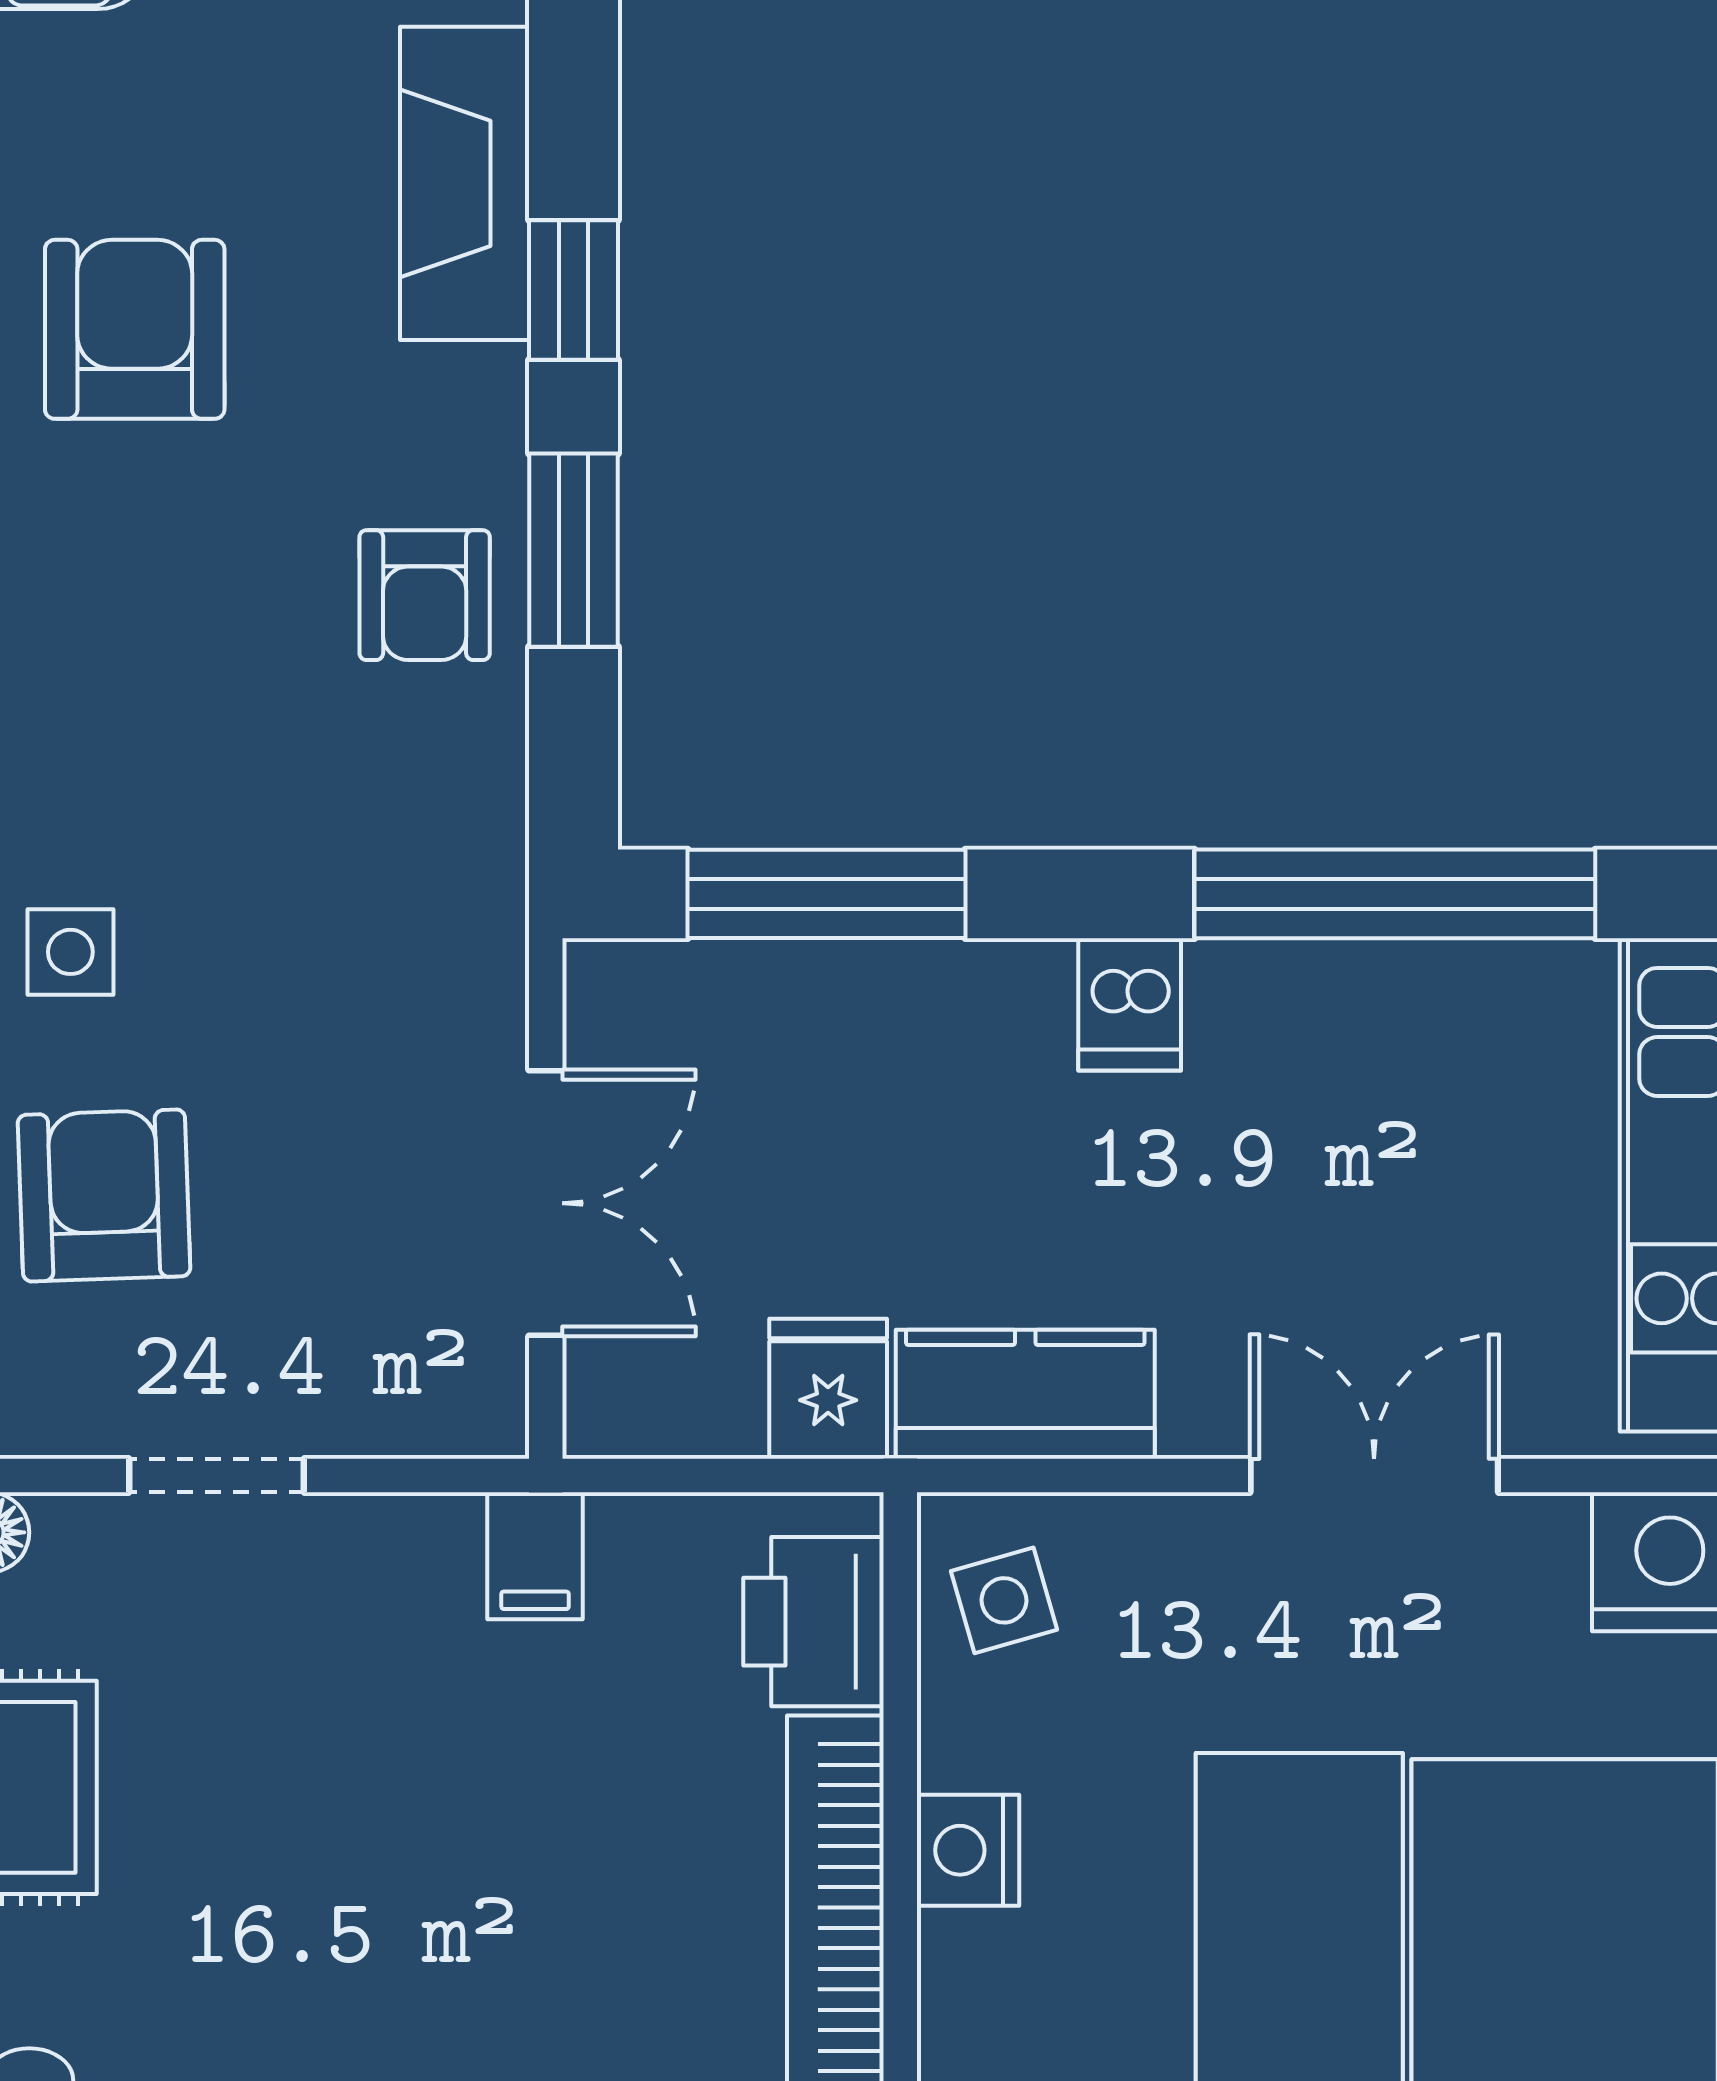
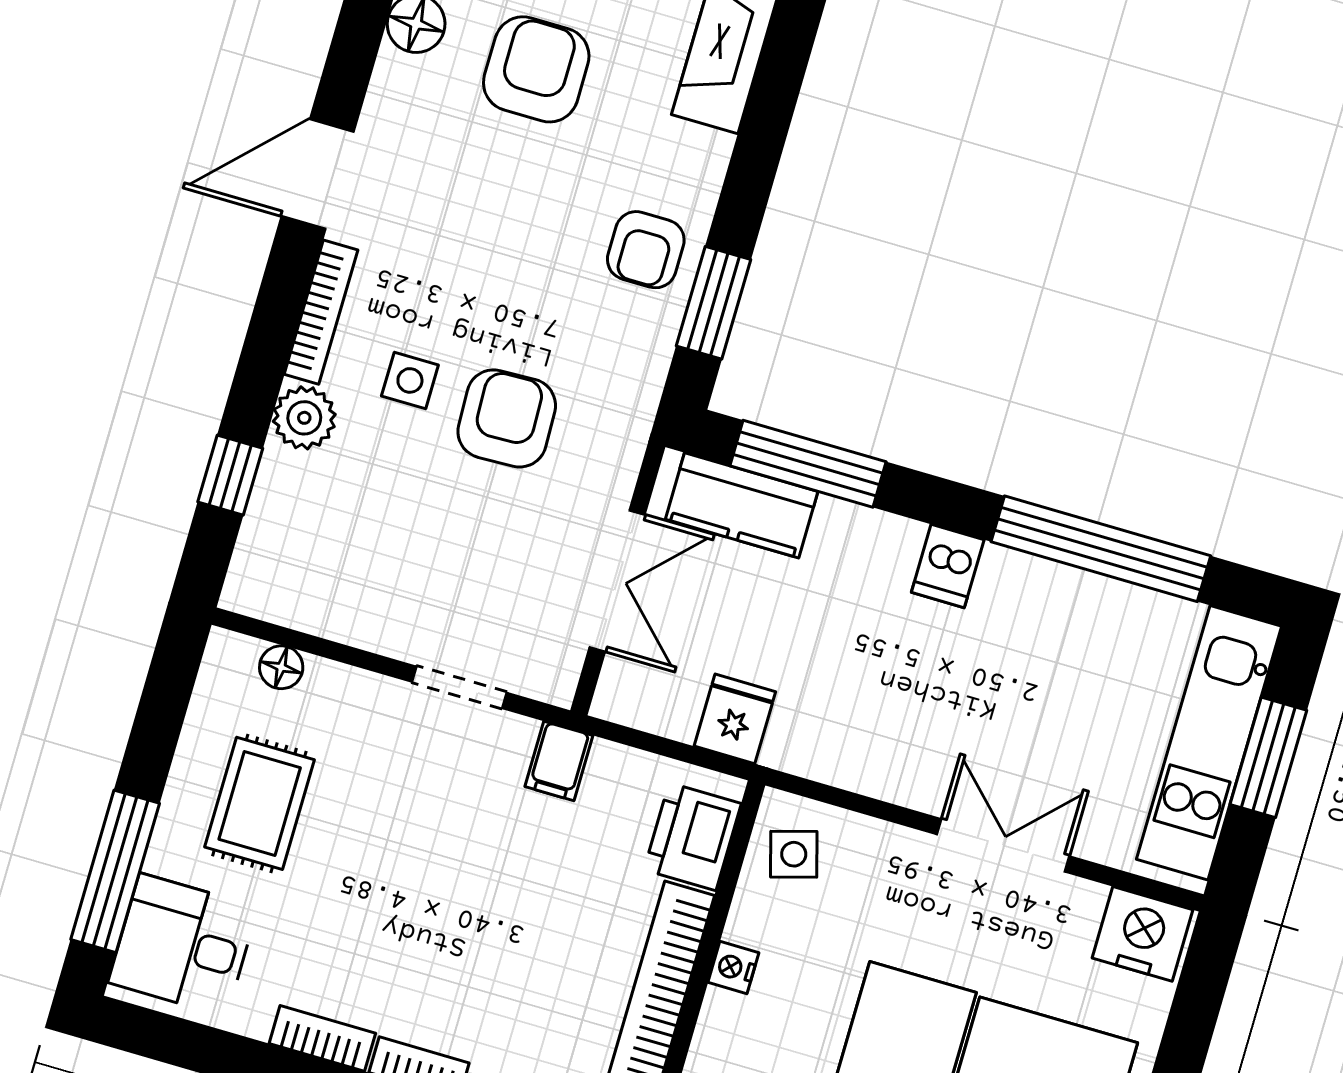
window: (573, 290) -> (768, 115), removed
window: (573, 550) -> (713, 303), moved
armchair: (104, 1196) -> (507, 418), moved
kitchen counter: (1025, 1394) -> (742, 505), moved, turned 180
doorway: (217, 1476) -> (459, 687), moved
nightstand: (968, 1850) -> (733, 967), width x0.72, depth x0.74

